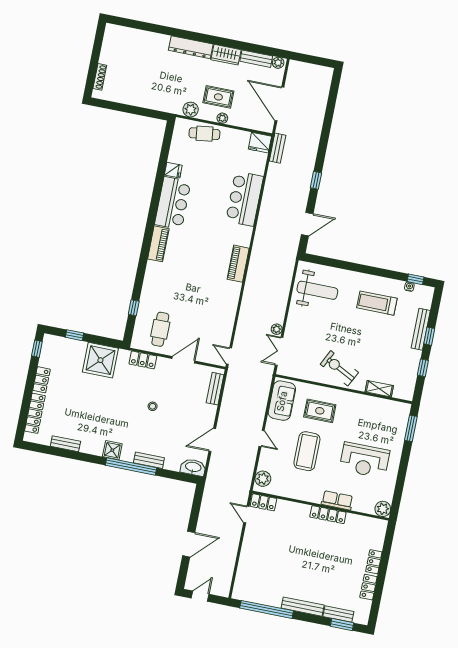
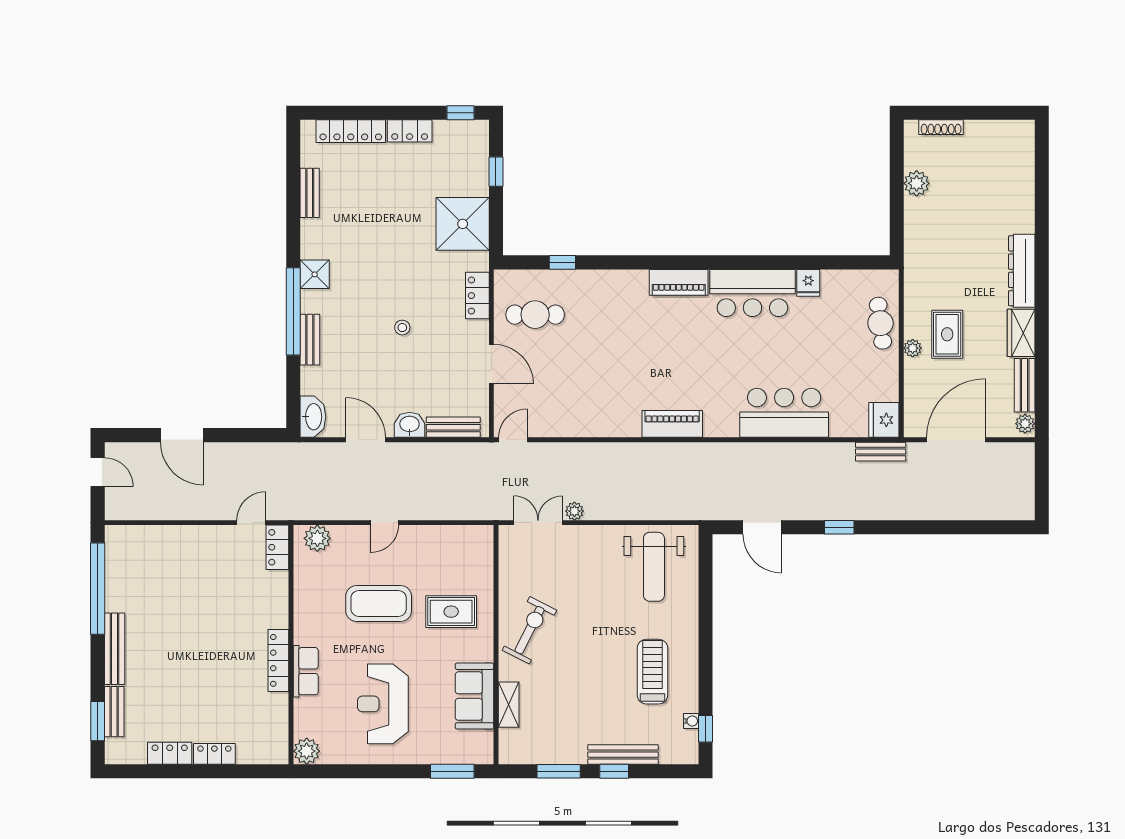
plant: (191, 110) -> (917, 183), moved
window: (423, 368) -> (559, 771), width x1.50
sofa: (282, 401) -> (475, 696), moved, turned 90
rug: (320, 411) -> (451, 612), turned 90
washbasin: (209, 413) -> (410, 425), added

